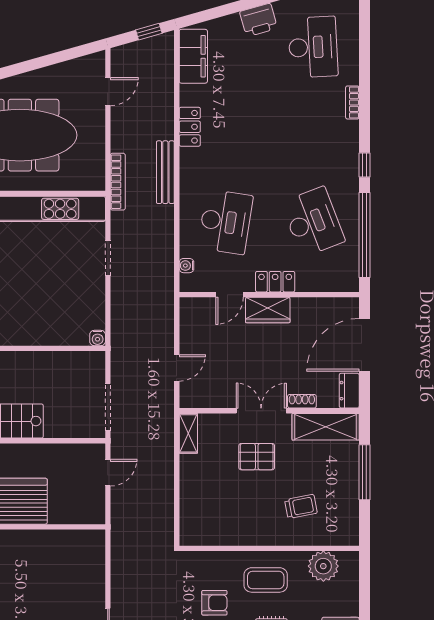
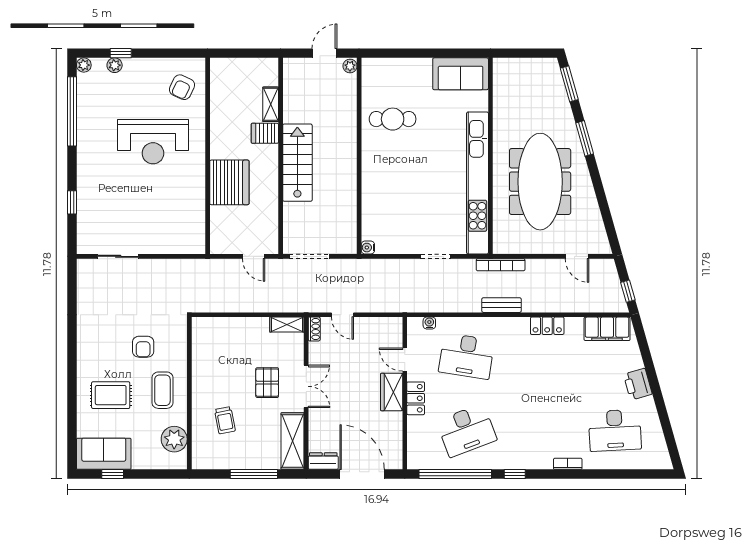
bench: (165, 172) -> (502, 305), width x0.73
shoe rack: (302, 401) -> (314, 329), moved

